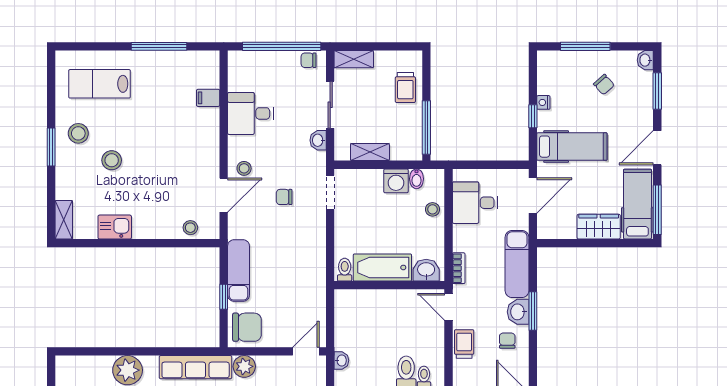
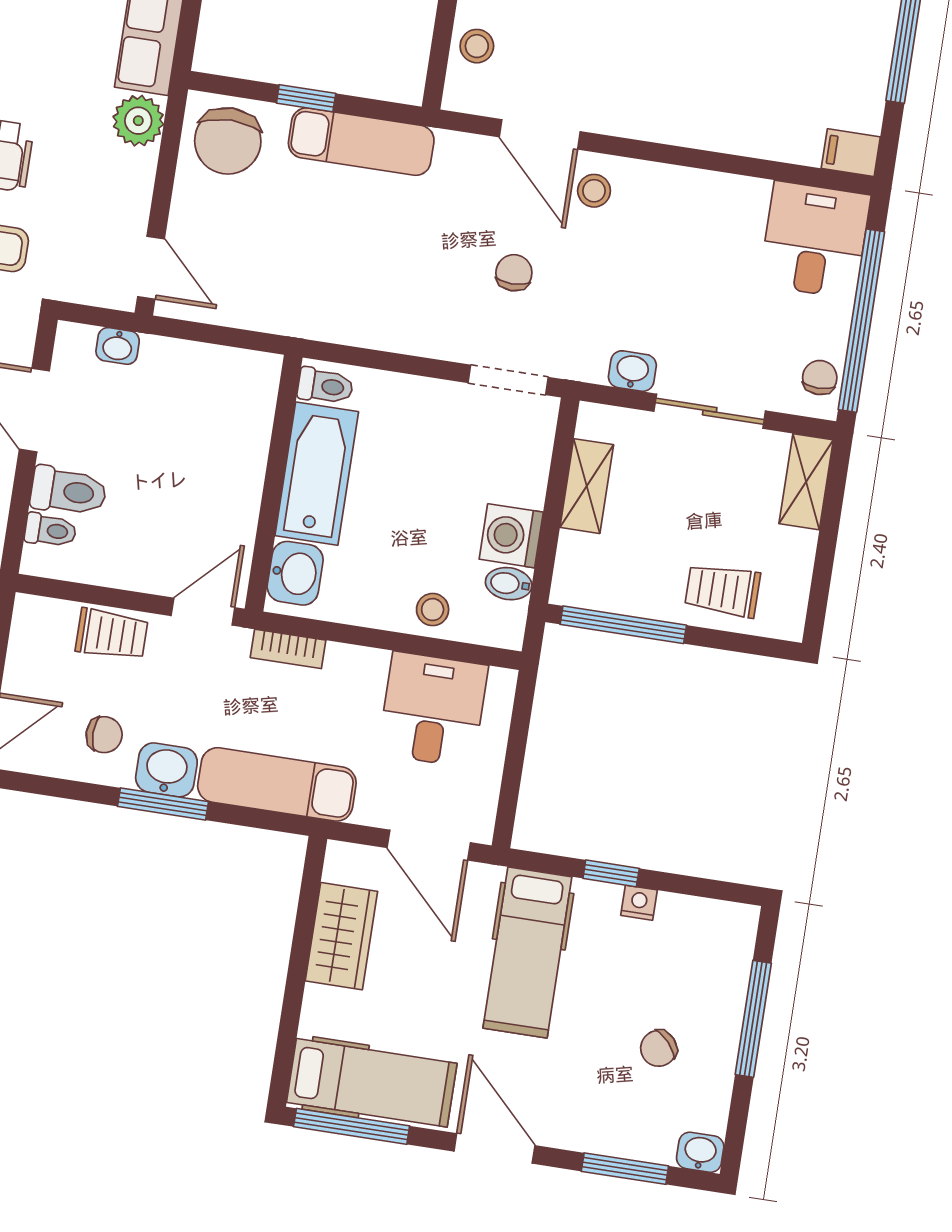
filing cabinet: (208, 98) -> (851, 153), moved, turned -90
desk: (250, 113) -> (815, 240), moved
wardrobe: (599, 227) -> (341, 936), moved

